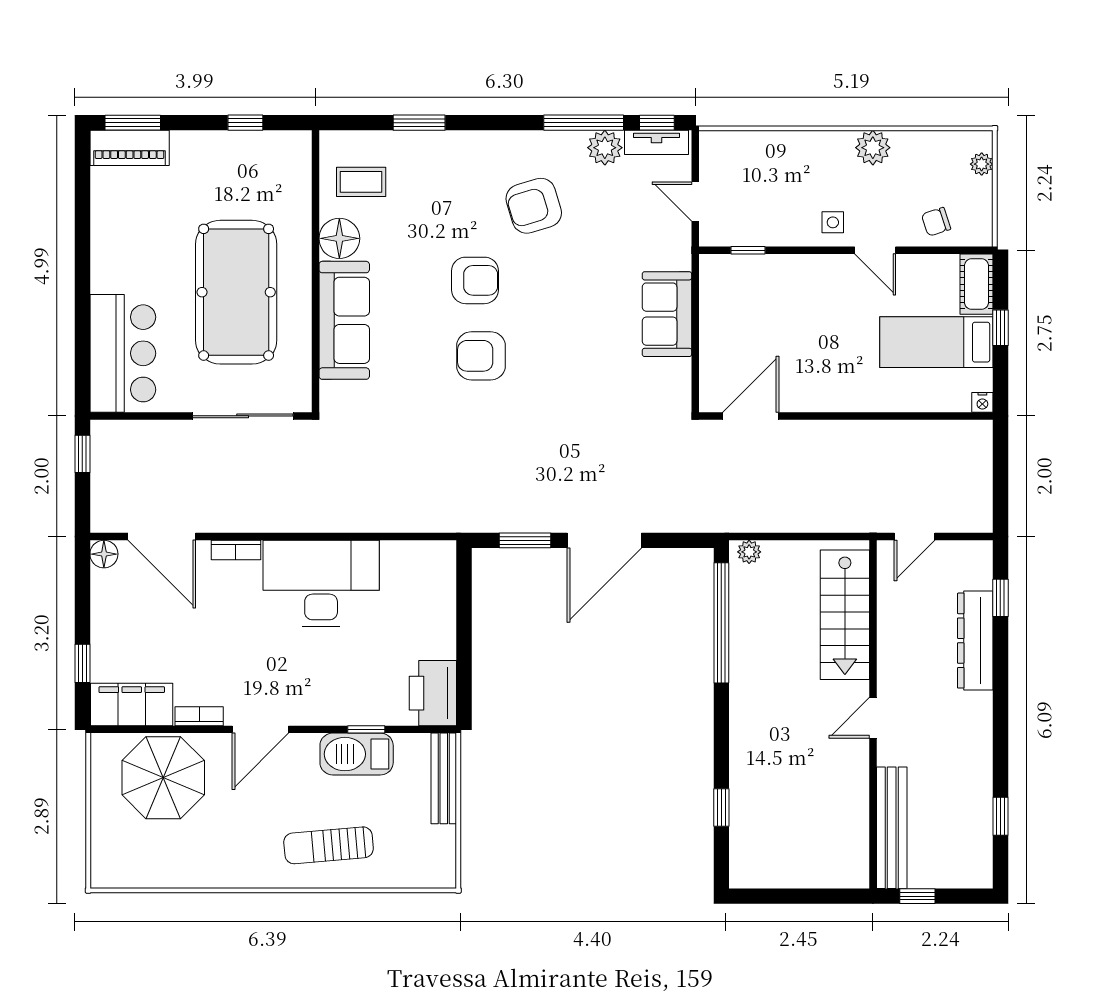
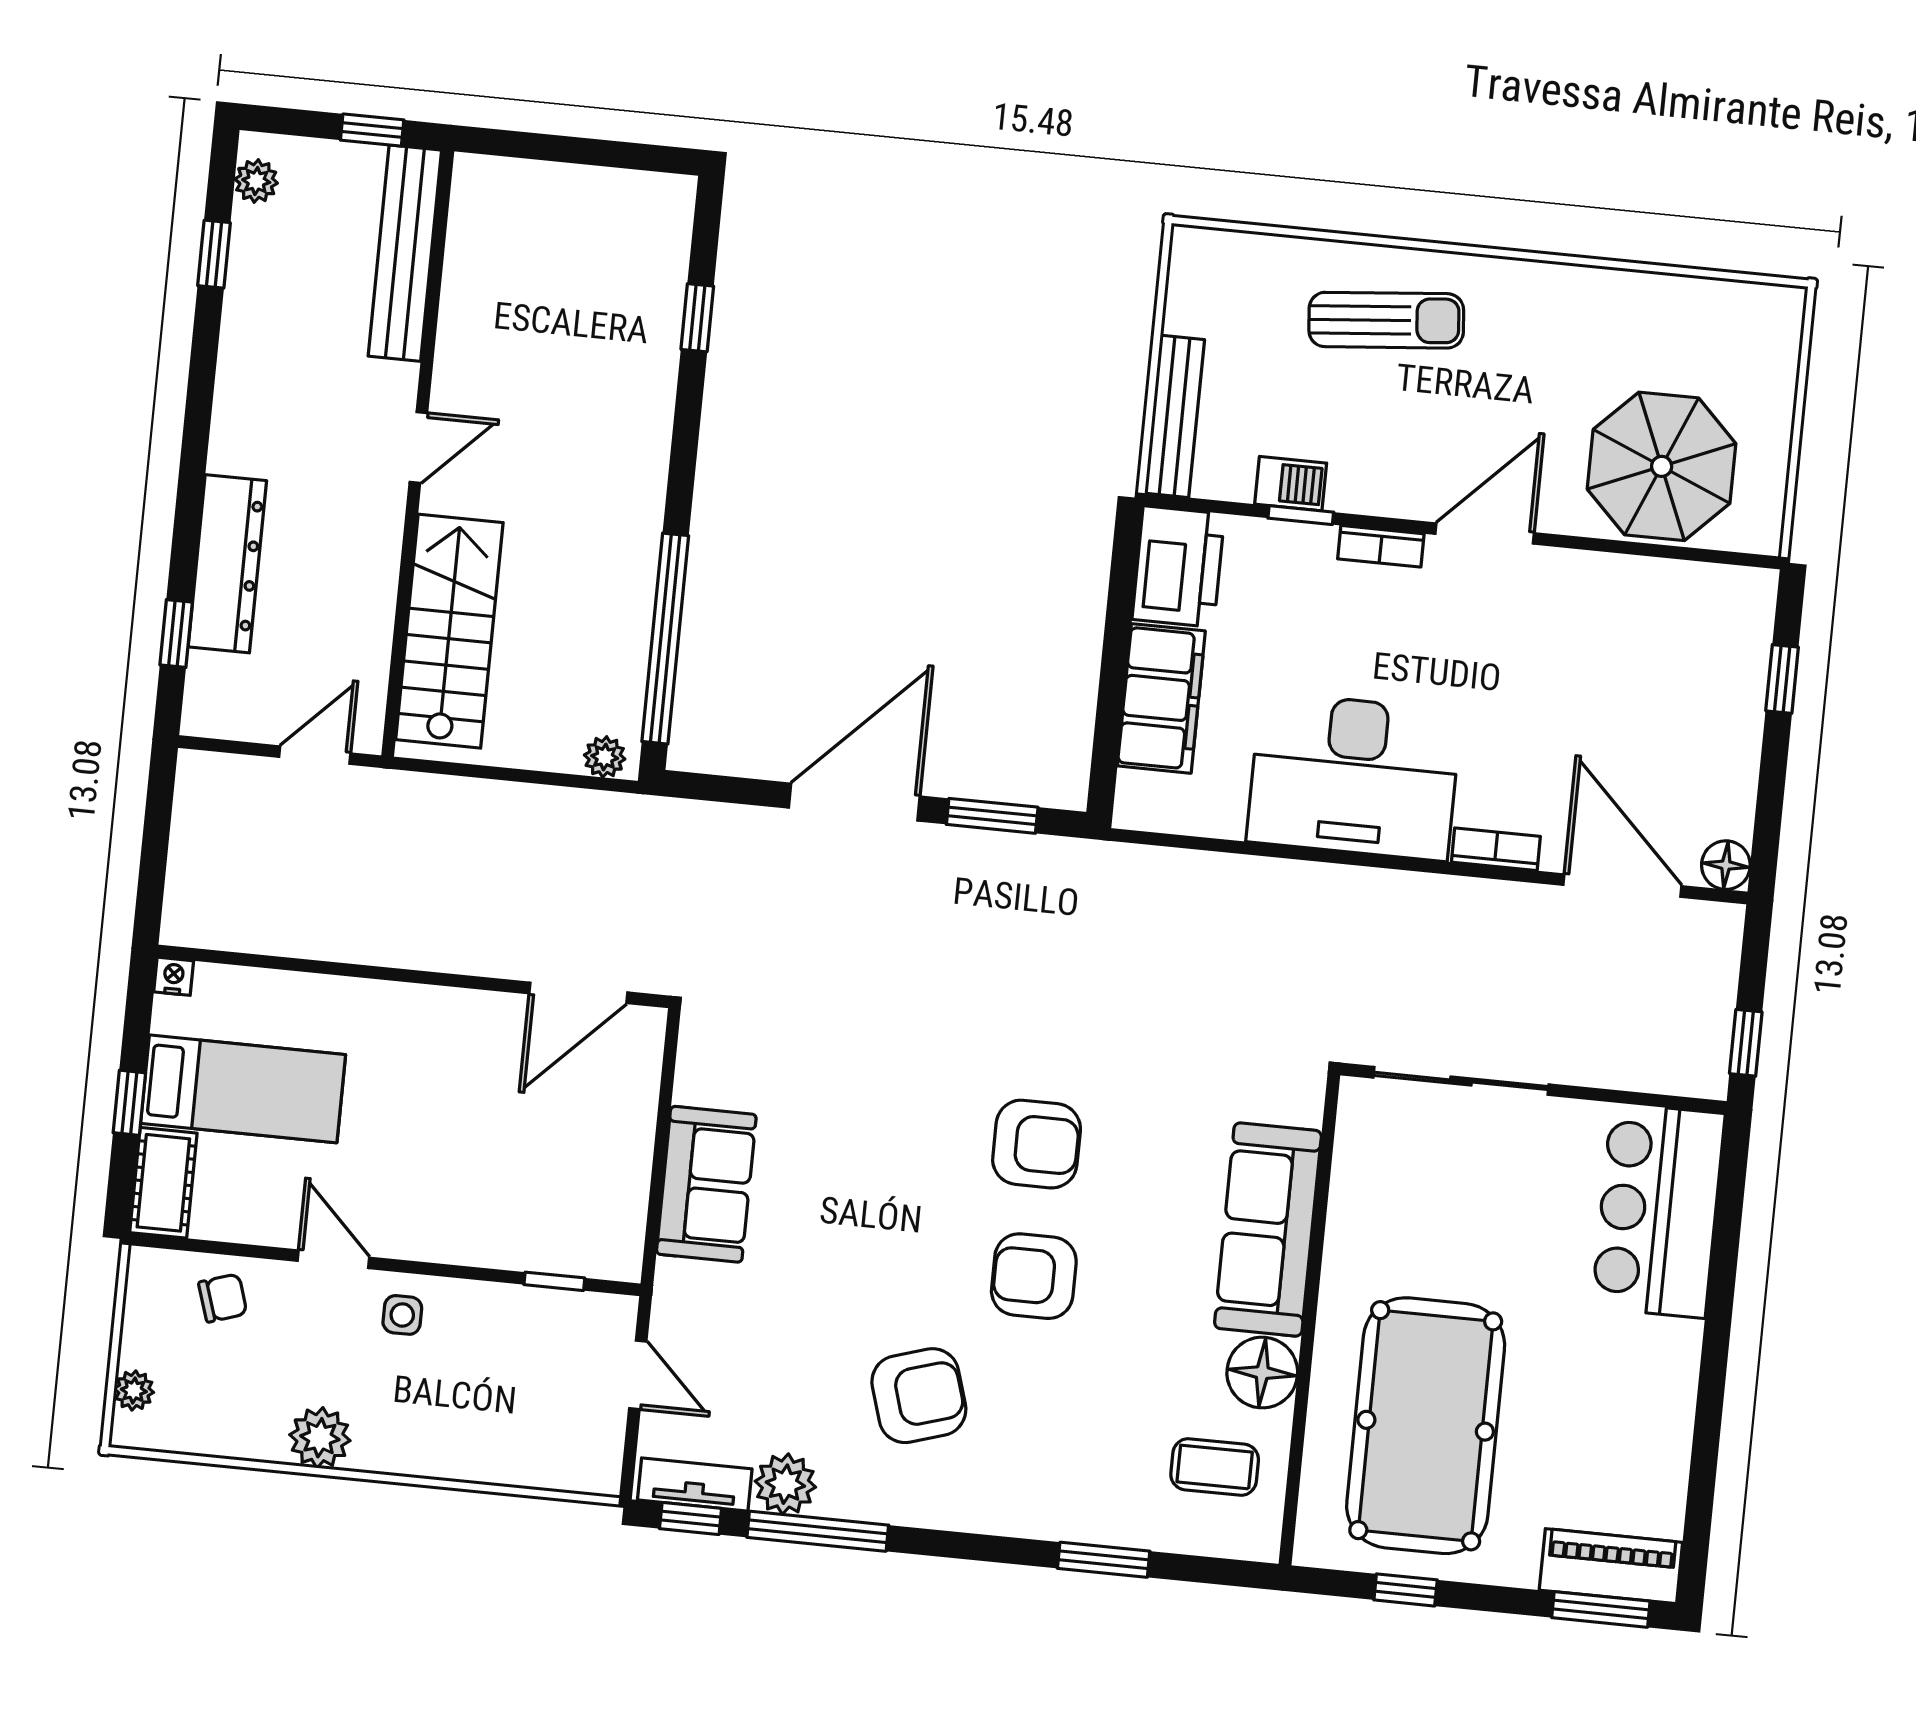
pool table: (236, 292) -> (1426, 1426), moved
filing cabinet: (132, 705) -> (1161, 698), moved, turned -90
bookcase: (199, 716) -> (1381, 546), moved
barbecue: (357, 754) -> (1291, 484), width x0.53, depth x0.65
plant: (981, 860) -> (256, 181), added

